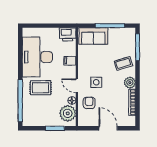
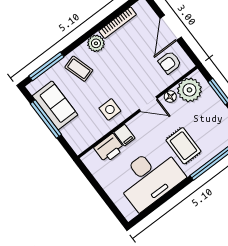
printer: (68, 34) -> (109, 148), moved, turned 90
sofa: (93, 36) -> (55, 105), moved
side table: (96, 82) -> (110, 109), moved
door: (77, 86) -> (148, 104), hinge flipped
armchair: (89, 103) -> (170, 63), moved

